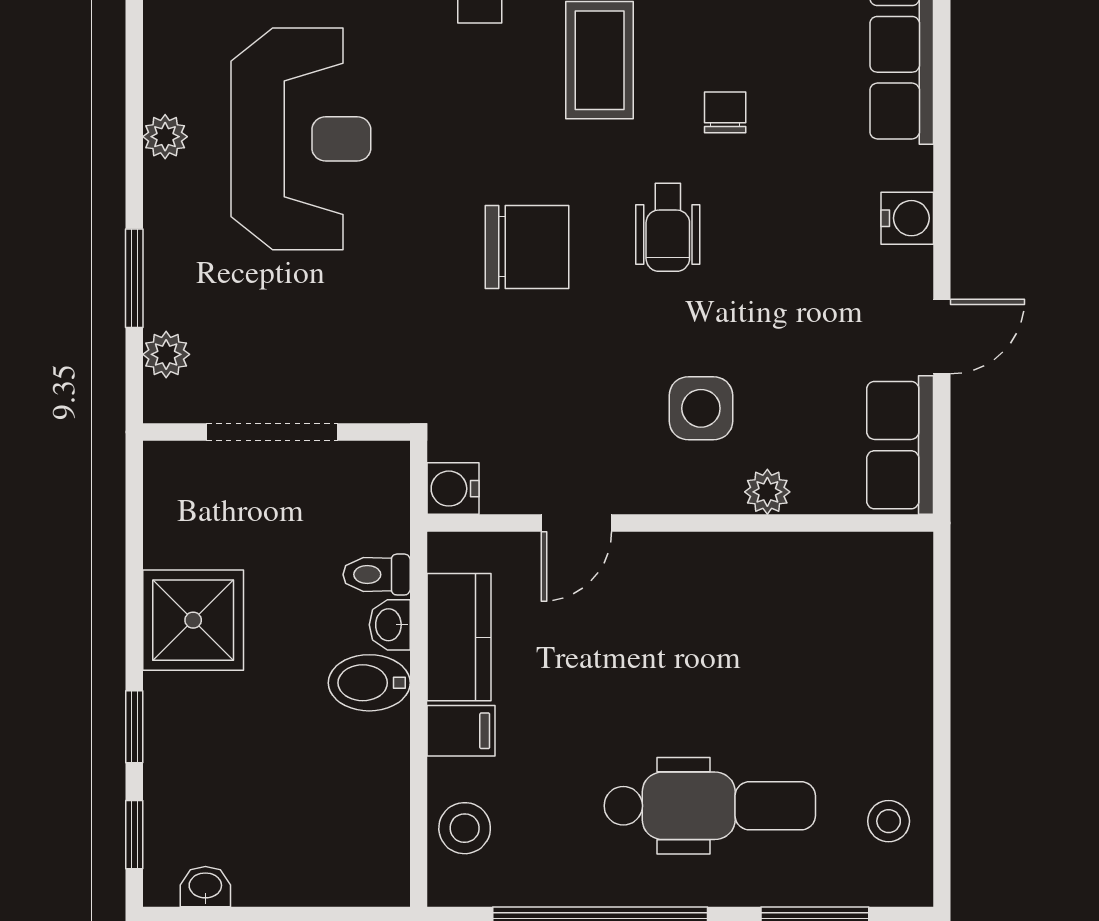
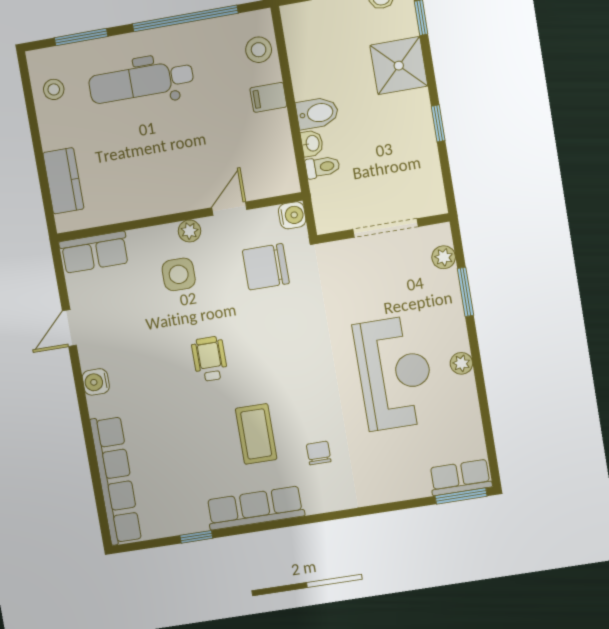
chair: (725, 112) -> (192, 419), removed
reception desk: (301, 139) -> (395, 373), turned 180
chair: (527, 247) -> (266, 267), moved
row of seats: (900, 445) -> (94, 252), moved, turned 90
plant: (767, 492) -> (189, 231), moved
shower: (193, 620) -> (399, 66), moved
kitchen counter: (459, 637) -> (63, 181), moved, turned 180
window: (134, 727) -> (438, 123), moved

